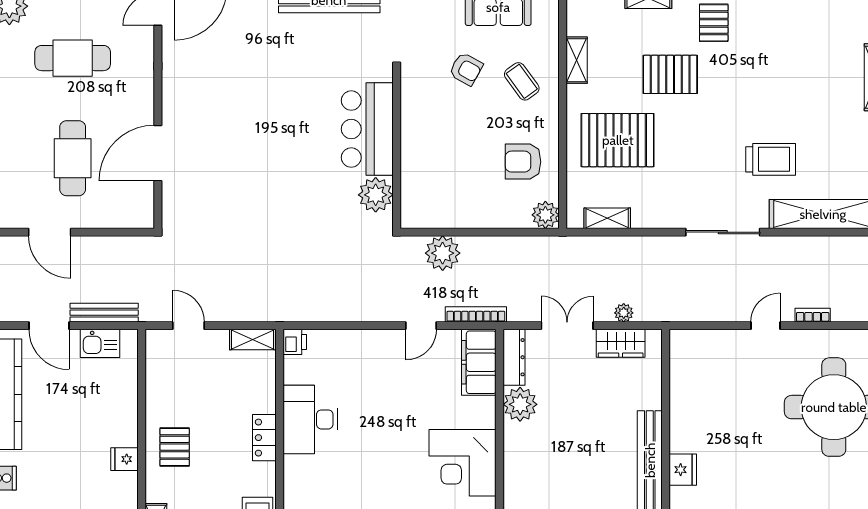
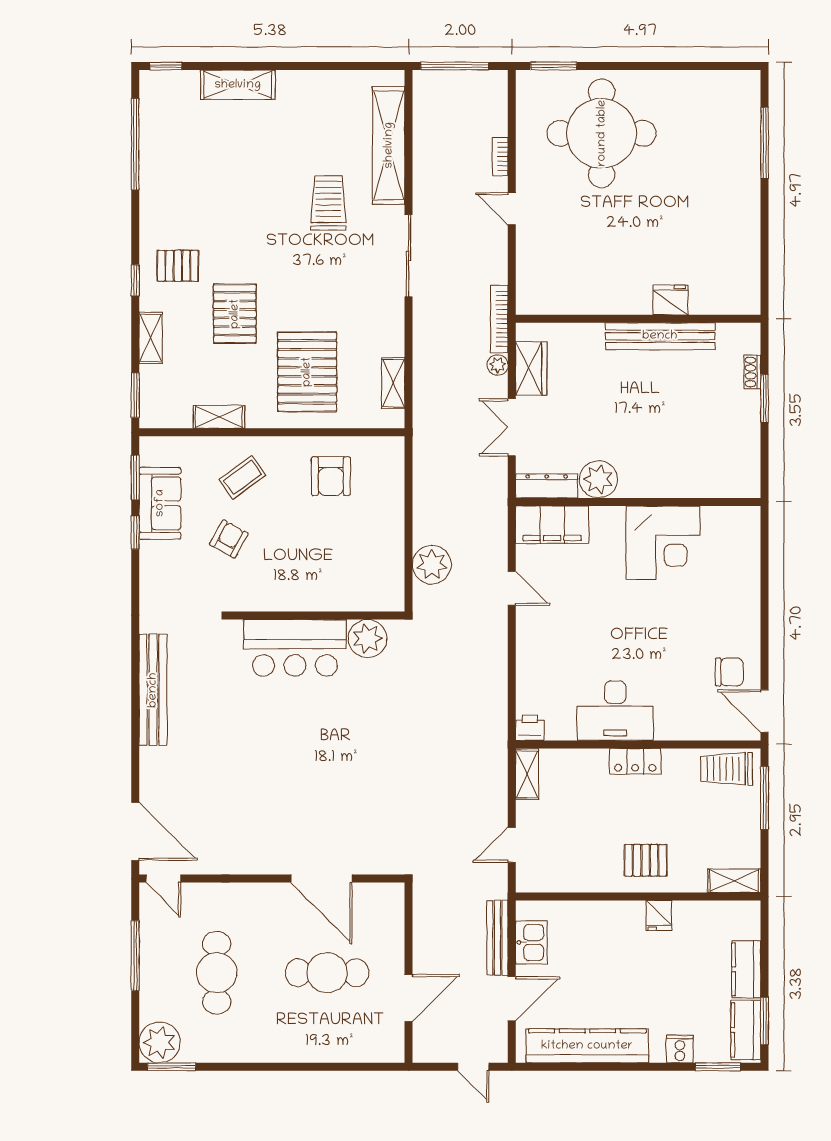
plant: (545, 215) -> (390, 451), removed
bookcase: (476, 314) -> (499, 319), moved

